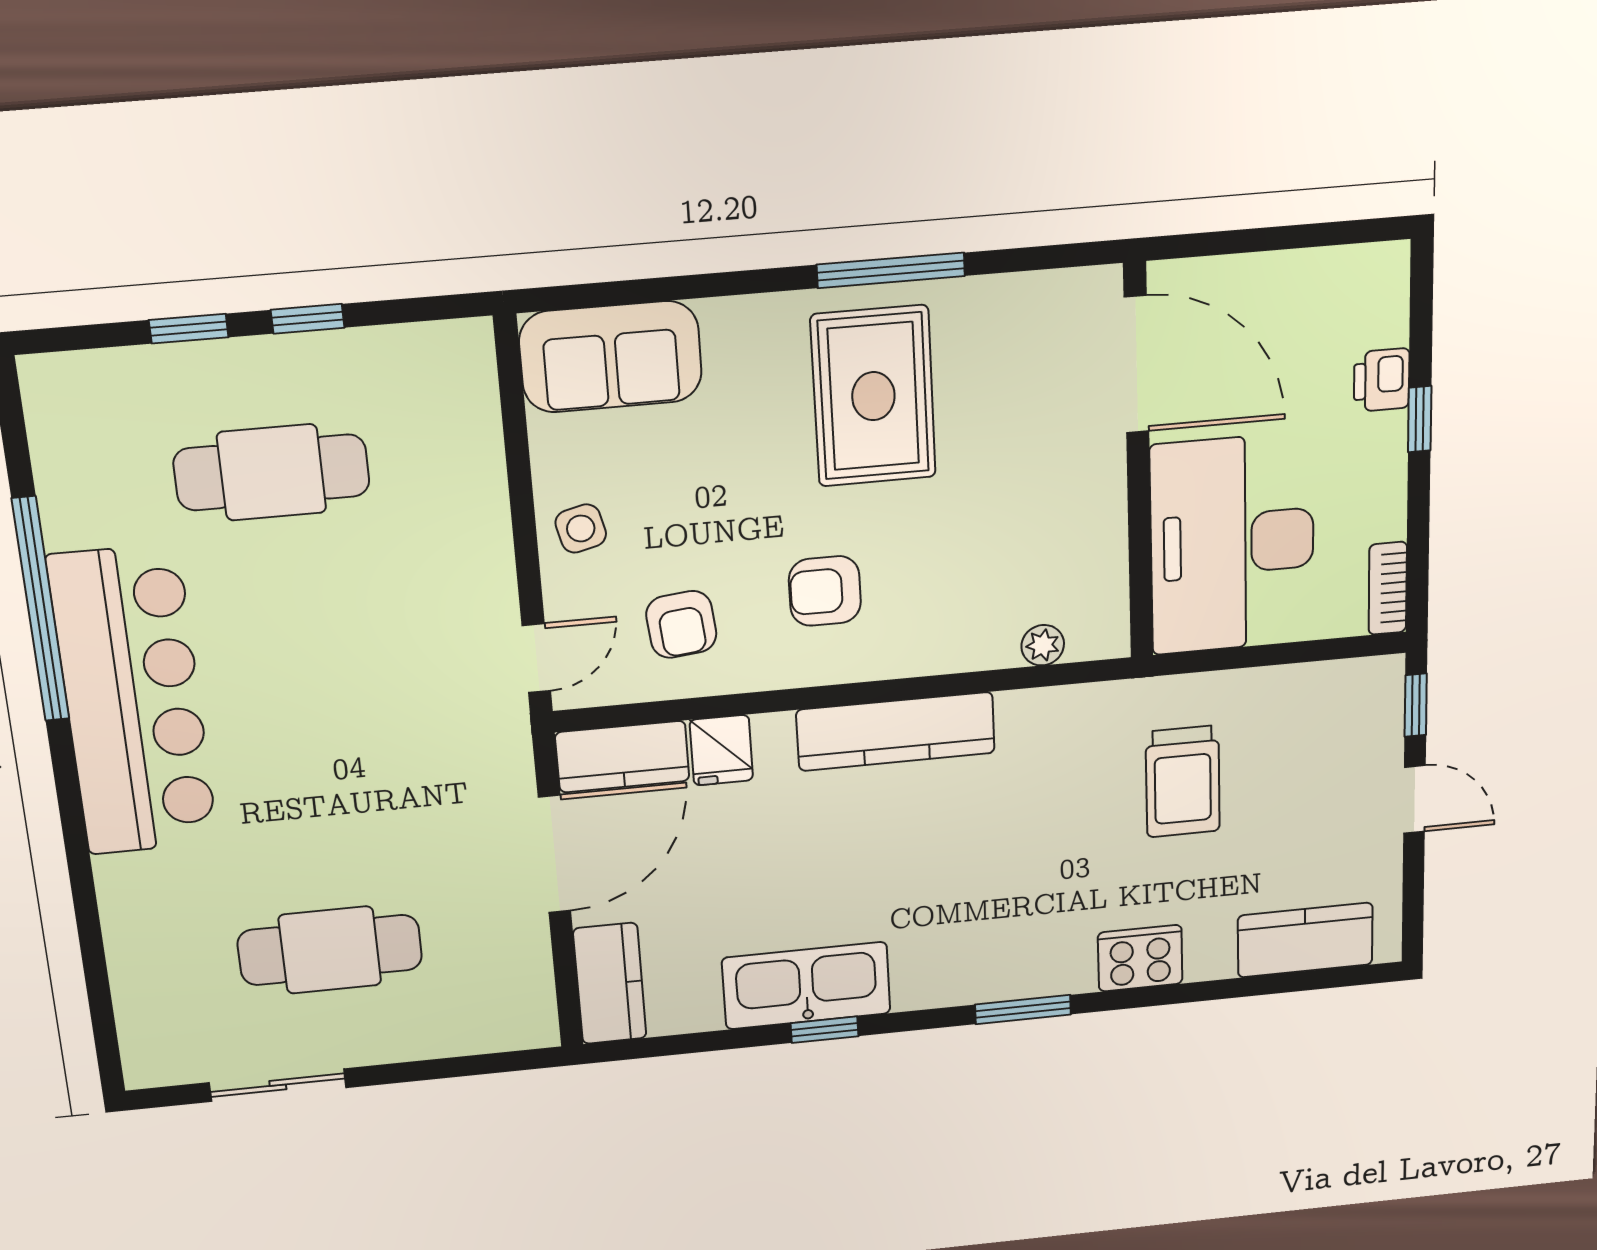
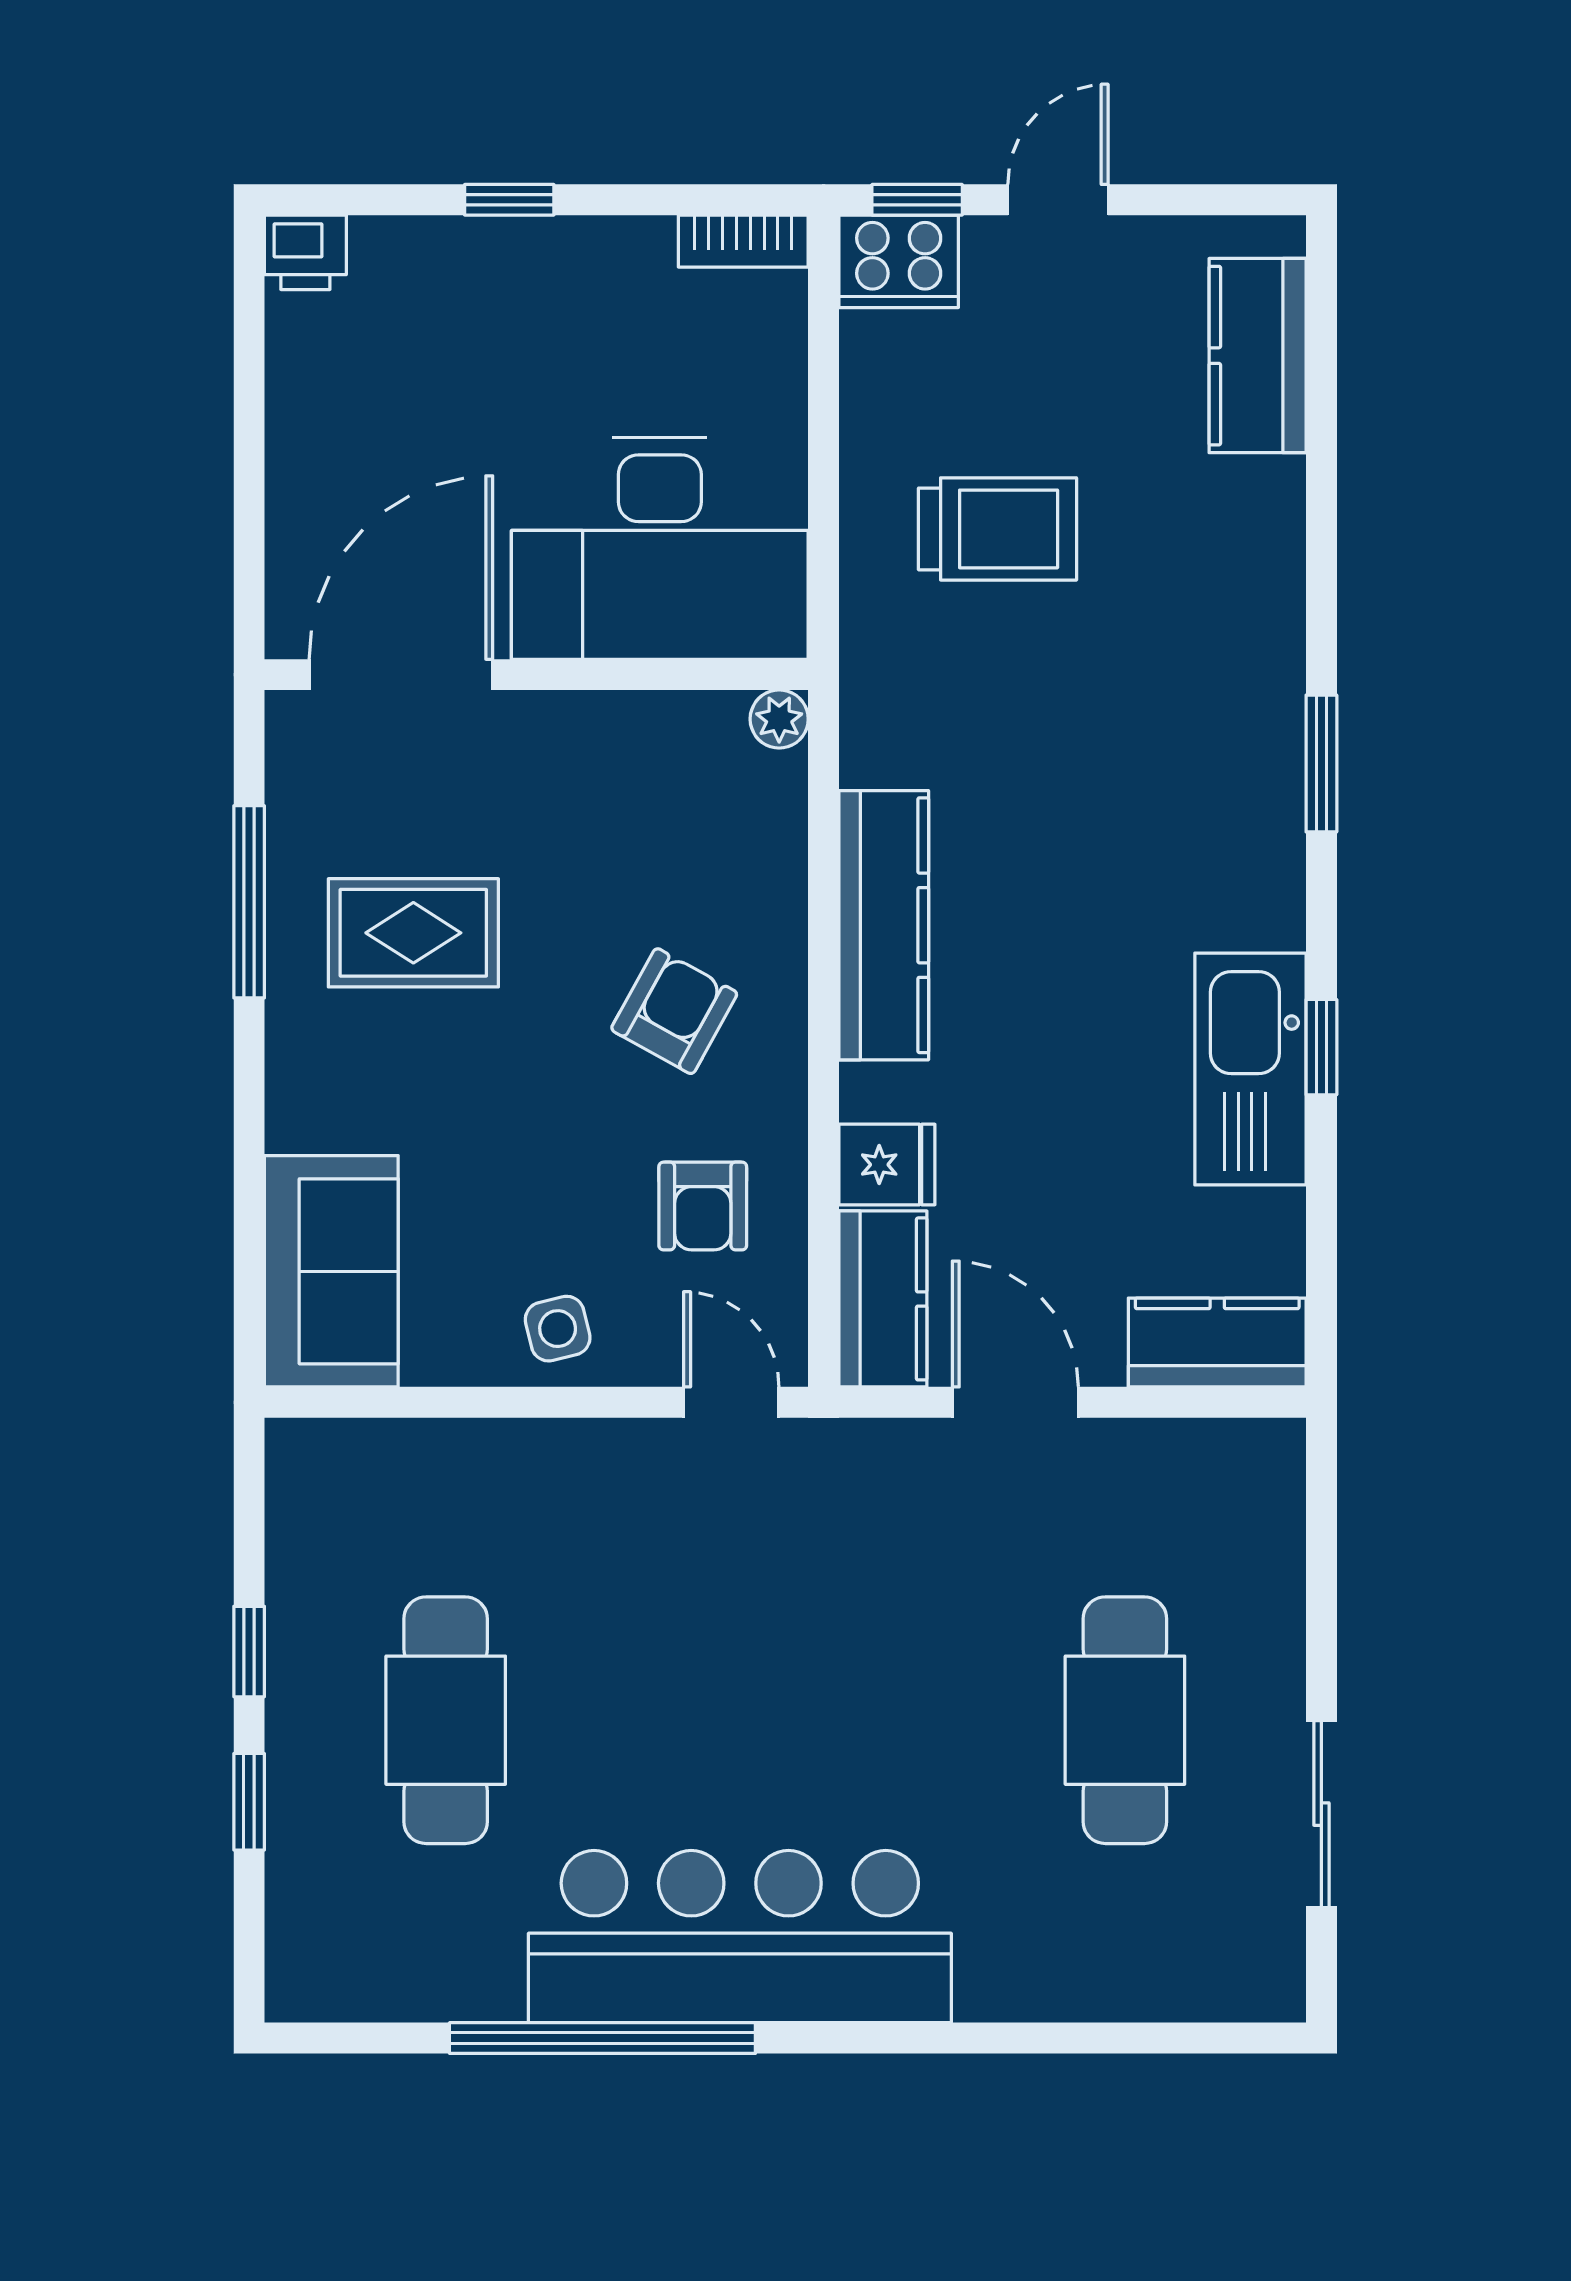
door: (1136, 364) -> (401, 675), moved
printer: (1382, 380) -> (305, 252), moved
rug: (873, 396) -> (413, 933), width x0.73, depth x0.70
wall: (1138, 464) -> (536, 675), moved
desk: (1232, 544) -> (660, 548), moved
armchair: (825, 591) -> (674, 1011), turned -151
armchair: (681, 624) -> (703, 1206), turned 96
door: (554, 854) -> (1015, 1402), width x0.73
cooker: (1140, 958) -> (899, 261), moved, turned -90

